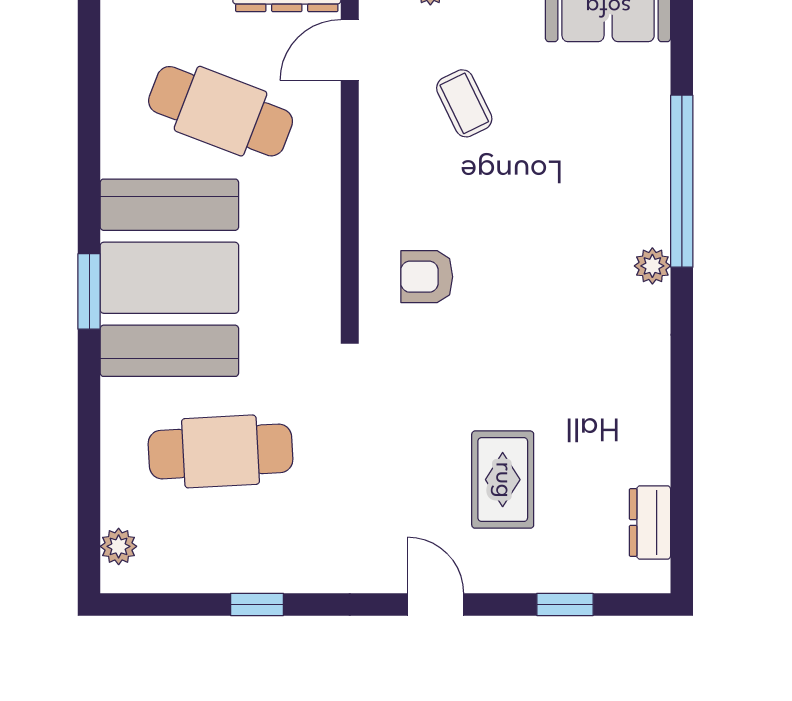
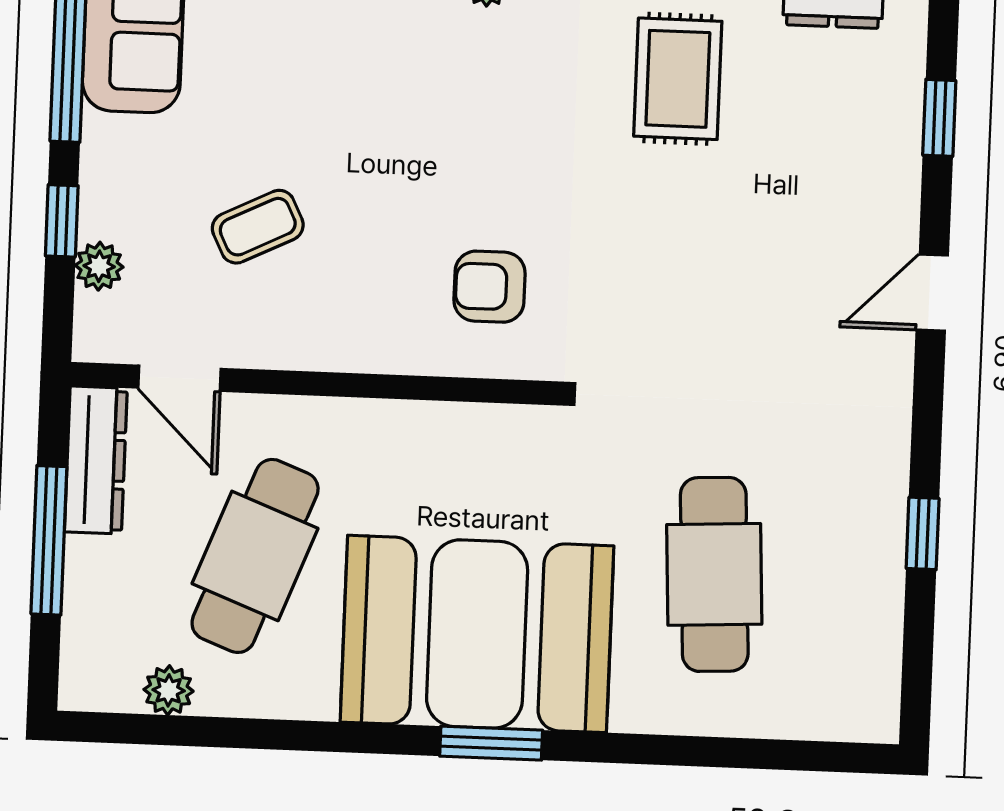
armchair: (427, 277) -> (490, 287), turned 90
rug: (503, 480) -> (678, 79), moved, turned 90
plant: (119, 546) -> (169, 690), moved

